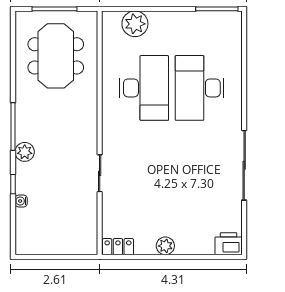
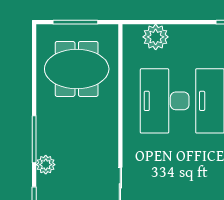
meeting table: (56, 56) -> (77, 69), turned 90
desk: (144, 88) -> (165, 101), turned 180

